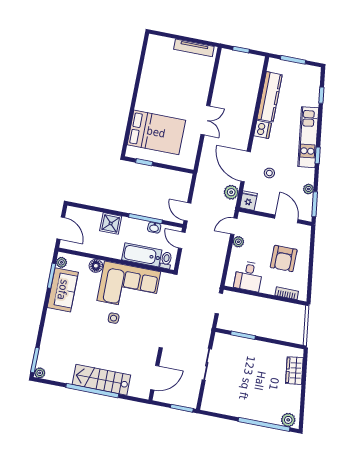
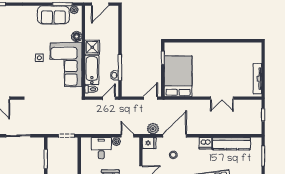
double door: (205, 120) -> (222, 98), moved
bed: (156, 132) -> (178, 76), moved, turned 180
door: (187, 212) -> (150, 98), moved
shower: (111, 223) -> (92, 47), moved
desk: (248, 276) -> (101, 148), moved, turned 90

